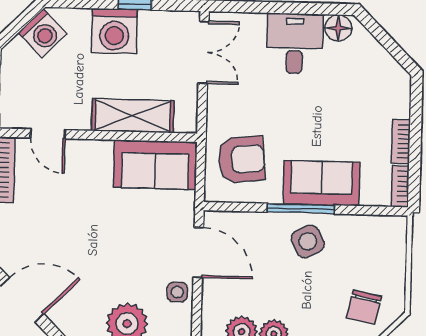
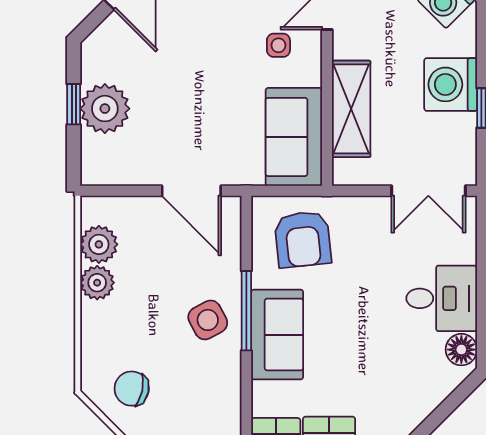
door: (198, 252) -> (191, 191), hinge flipped
side table: (177, 292) -> (278, 45), moved

